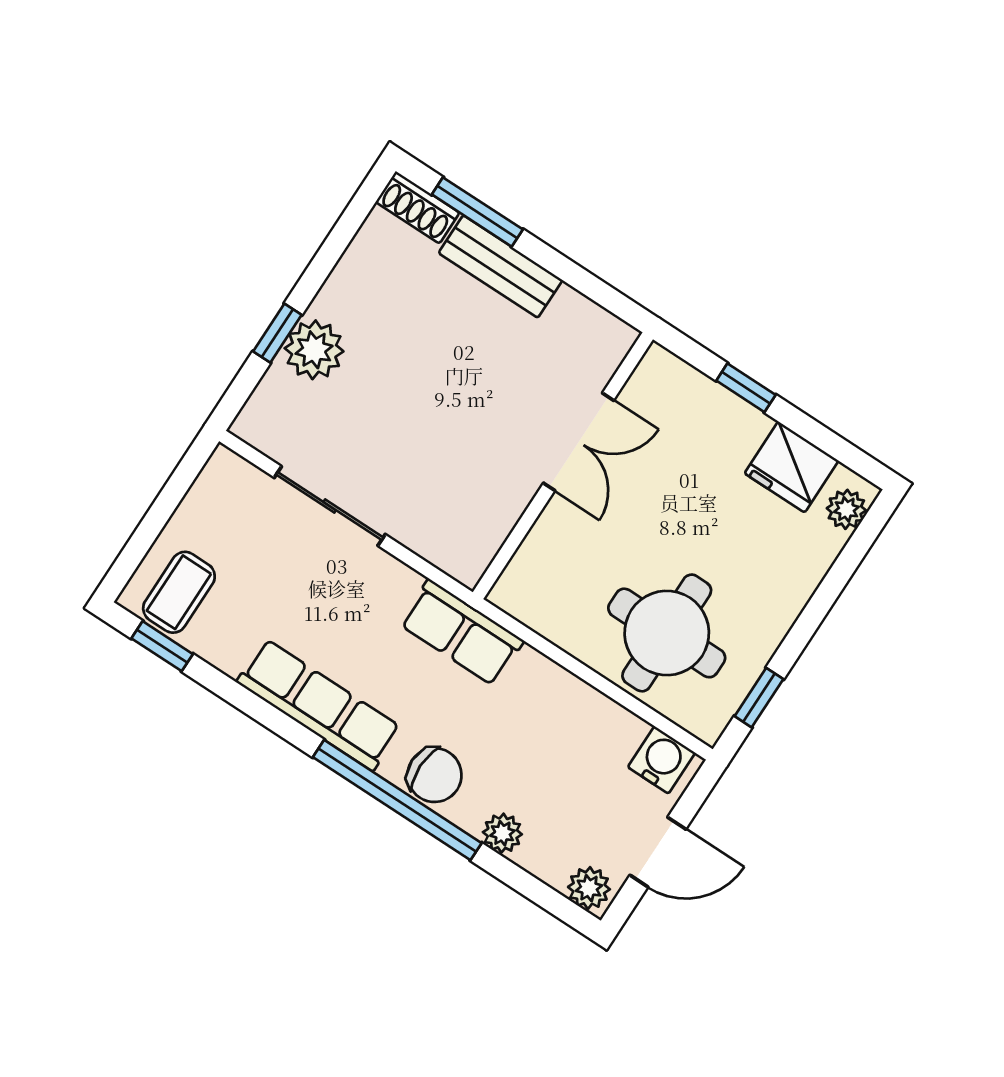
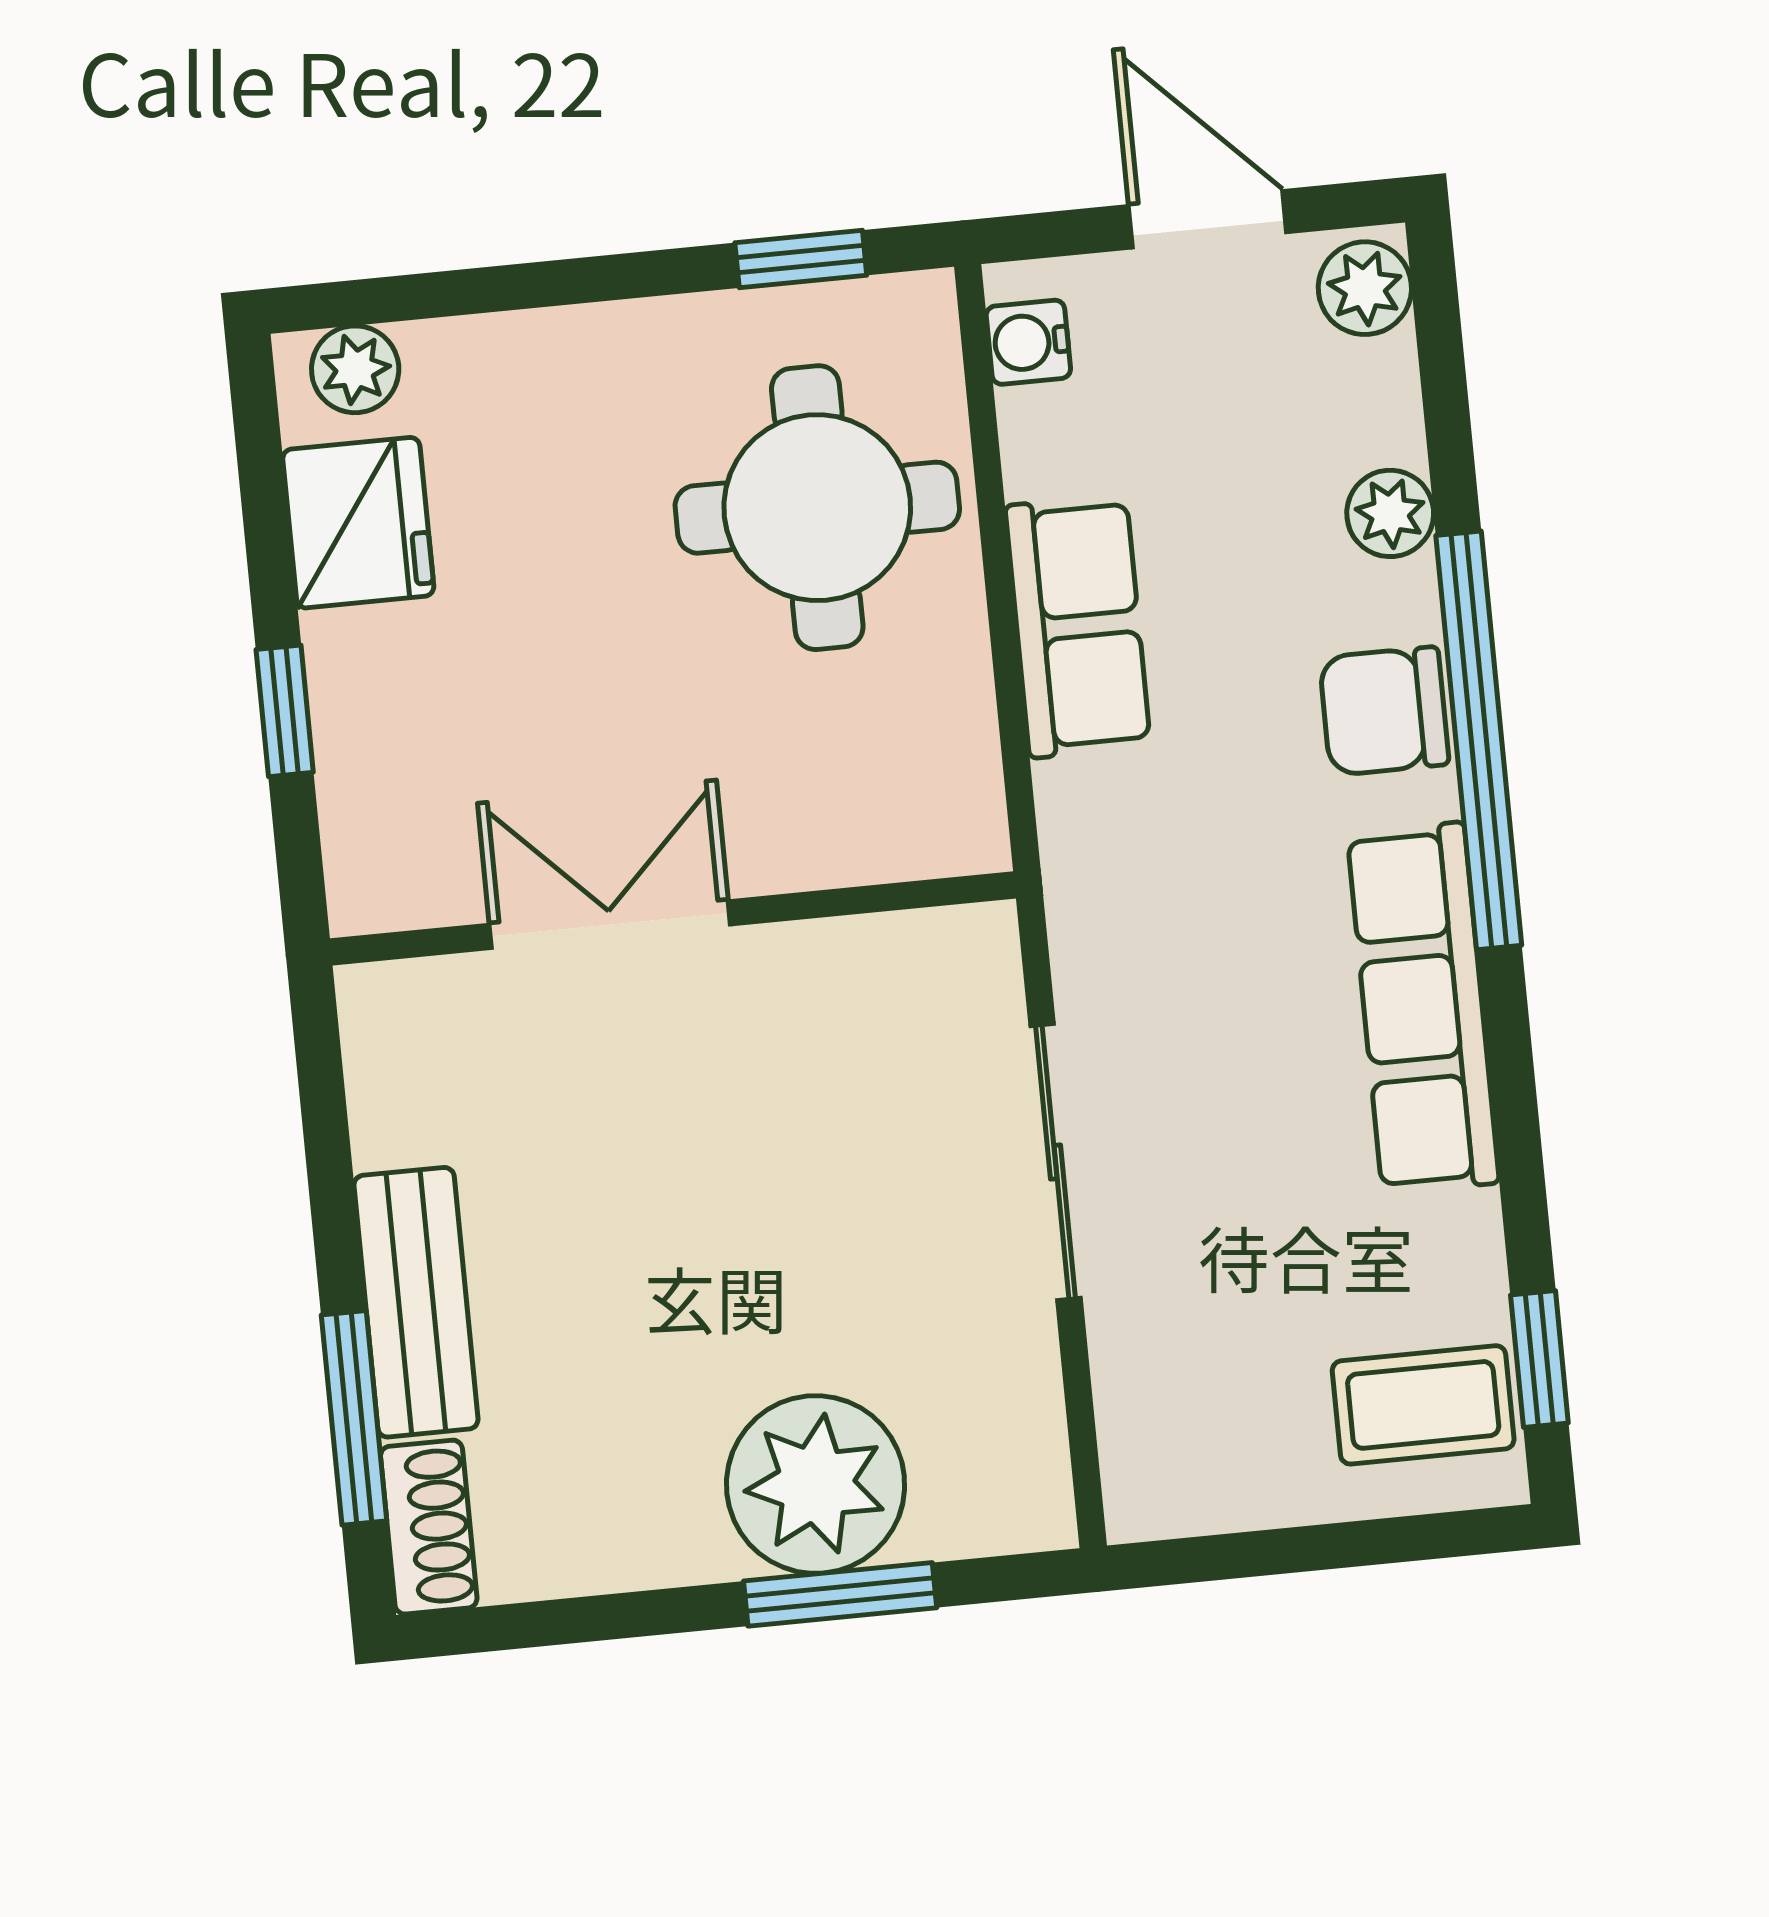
window: (277, 333) -> (840, 1594), width x1.50
plant: (314, 350) -> (816, 1485), width x1.36, depth x1.36
sliding door: (330, 506) -> (1056, 1162), moved
row of seats: (461, 632) -> (1078, 626), moved
water cooler: (662, 760) -> (1028, 342), width x0.72, depth x0.72
chair: (435, 775) -> (1384, 711), turned -90

